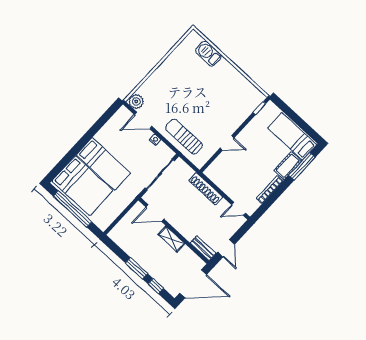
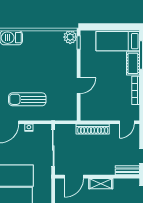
plant: (257, 97) -> (70, 37), added
sun lounger: (184, 137) -> (27, 99), moved

